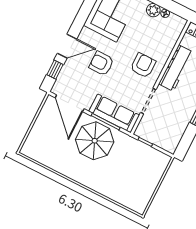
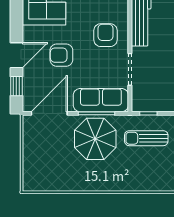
door: (70, 103) -> (49, 113), swing flipped
sun lounger: (134, 160) -> (146, 138), added

